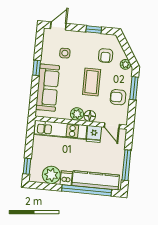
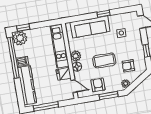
door: (112, 126) -> (74, 86), swing flipped
plant: (51, 175) -> (20, 38), moved
window: (87, 190) -> (13, 58), moved

